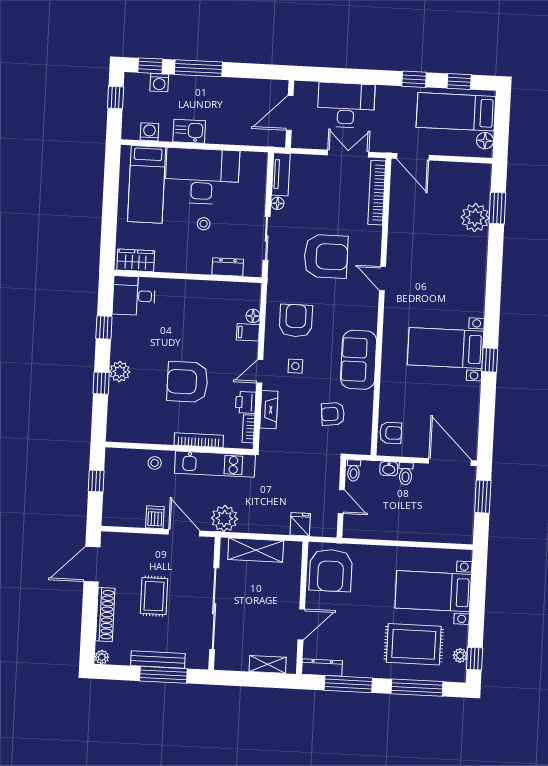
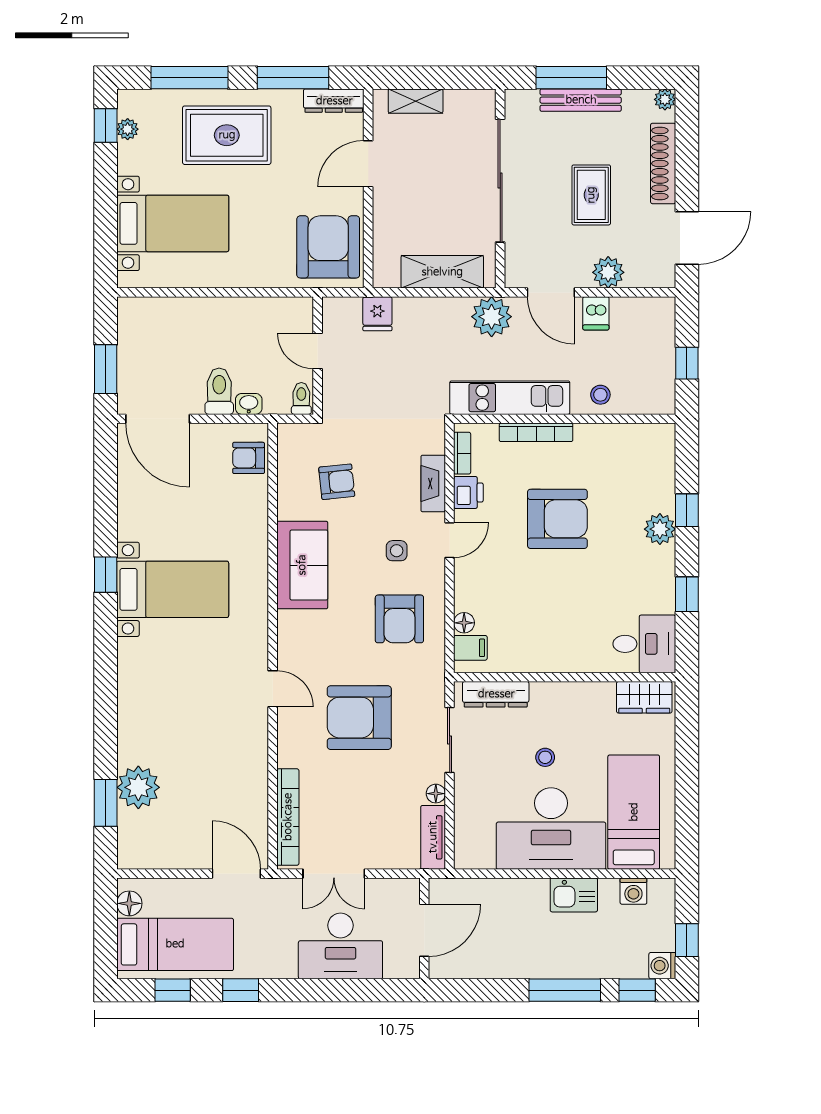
washing machine: (159, 83) -> (662, 966), moved, turned -90
dresser: (228, 267) -> (496, 694), width x1.44
filing cabinet: (248, 332) -> (470, 648), moved
toilet: (406, 474) -> (219, 391), width x1.37, depth x1.39
plant: (145, 544) -> (608, 272), added
rug: (414, 644) -> (227, 135), moved

